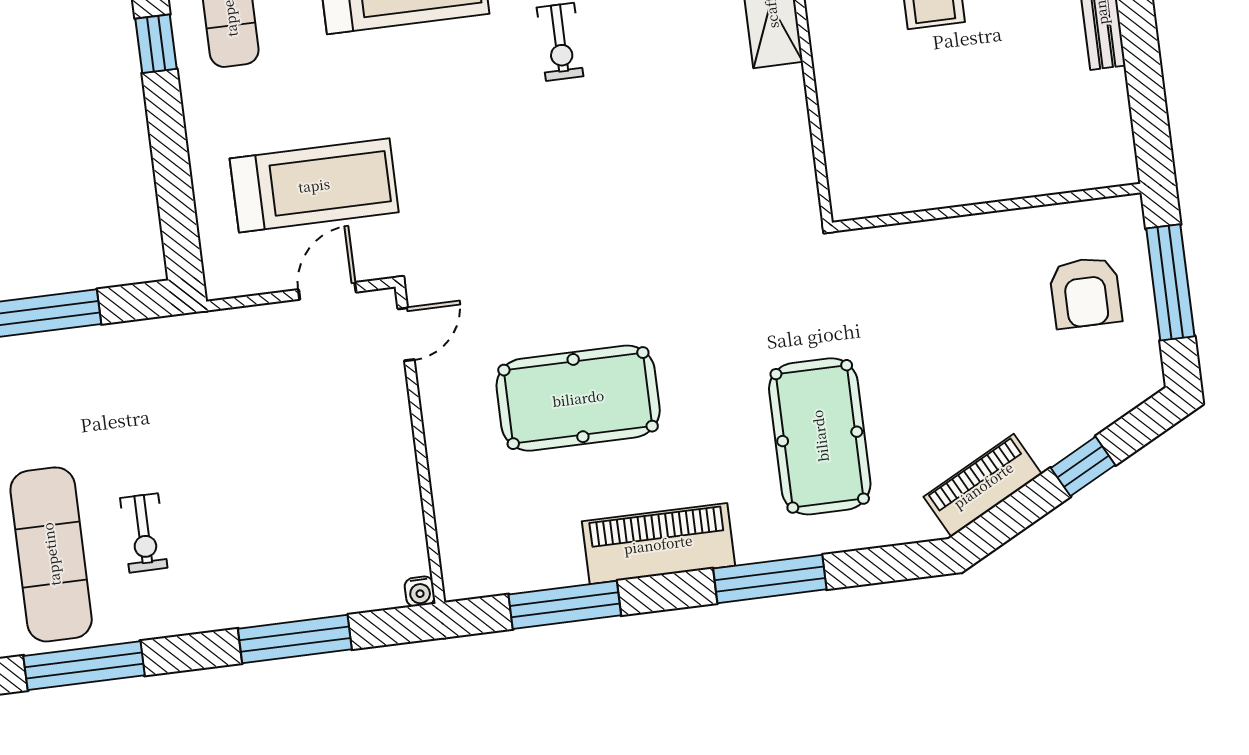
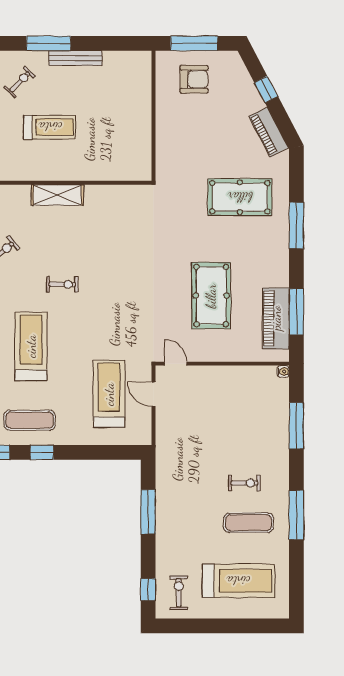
piano: (658, 544) -> (276, 318), moved
exercise mat: (51, 554) -> (249, 523), width x0.73, depth x0.69

